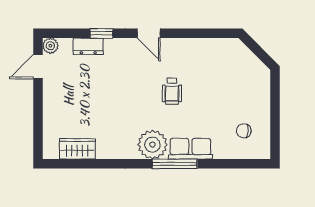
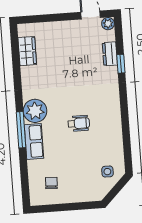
door: (149, 33) -> (124, 101), removed
side table: (235, 60) -> (107, 172), added
wheelchair: (172, 91) -> (79, 123), turned 180

